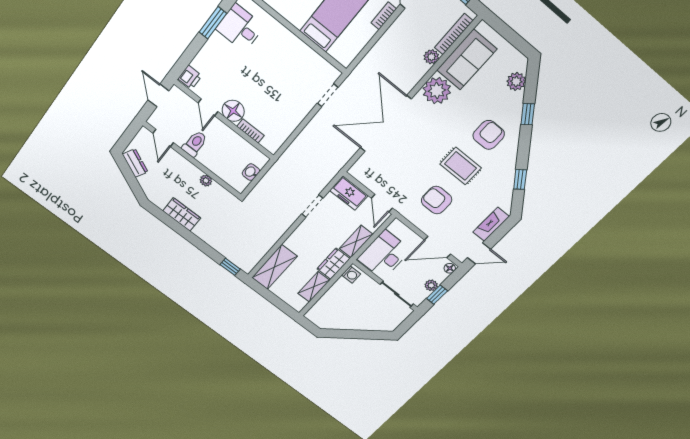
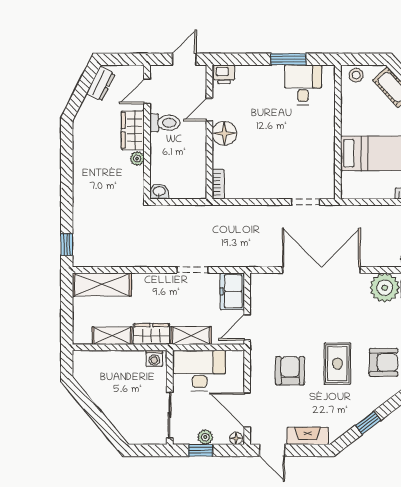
bookcase: (250, 131) -> (218, 184), moved
washbasin: (251, 172) -> (159, 192), moved
wardrobe: (182, 214) -> (133, 130), moved, turned 180

